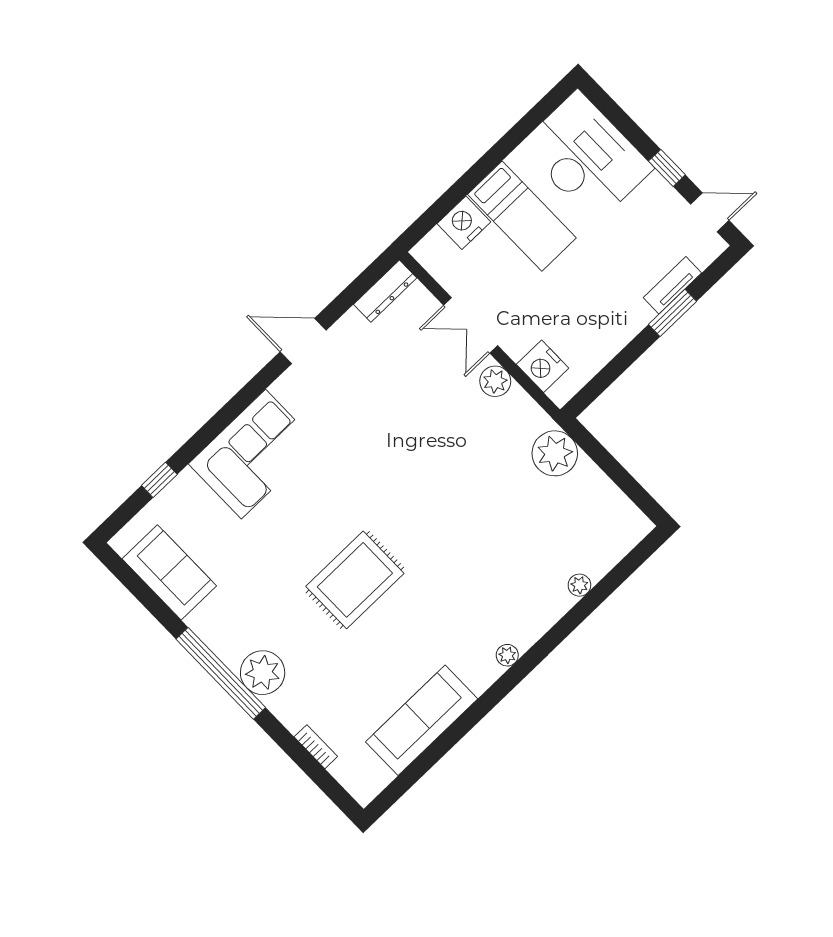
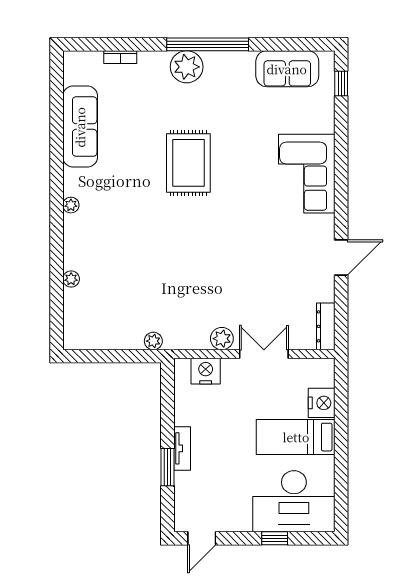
window: (667, 168) -> (275, 538), moved
tv unit: (672, 285) -> (182, 448), moved
plant: (555, 453) -> (153, 341), width x0.53, depth x0.53
window: (159, 480) -> (341, 83), moved

